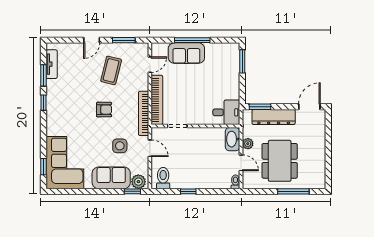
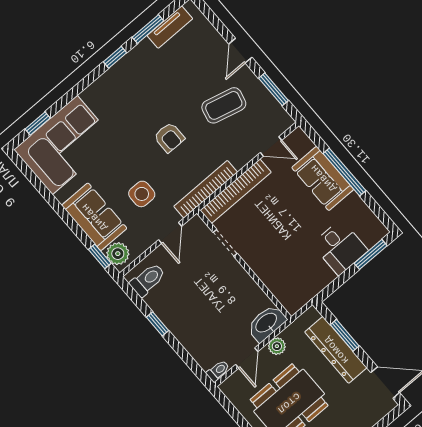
door: (92, 40) -> (240, 51), hinge flipped
window: (260, 107) -> (345, 335), moved
desk: (226, 112) -> (340, 247), moved

